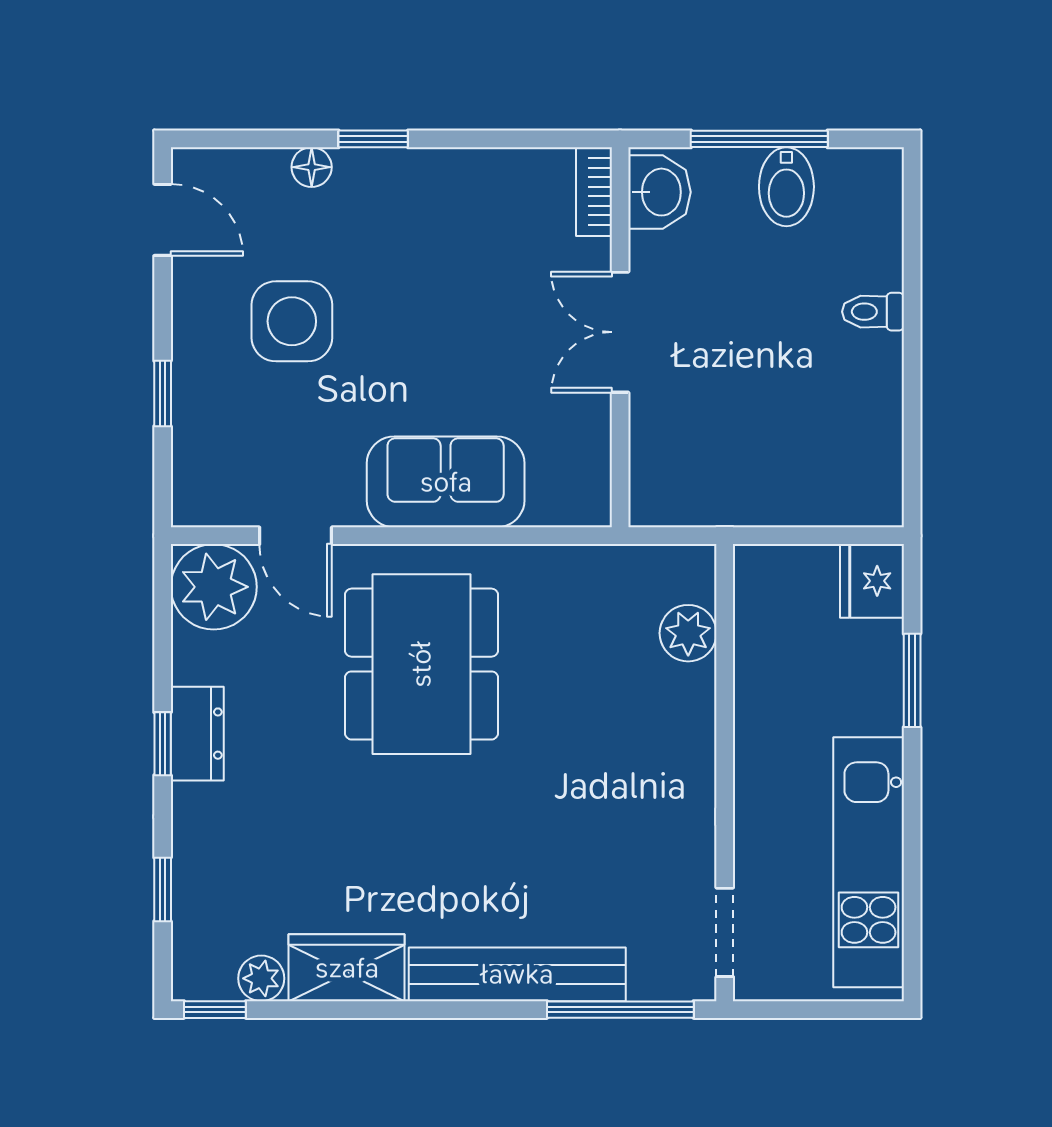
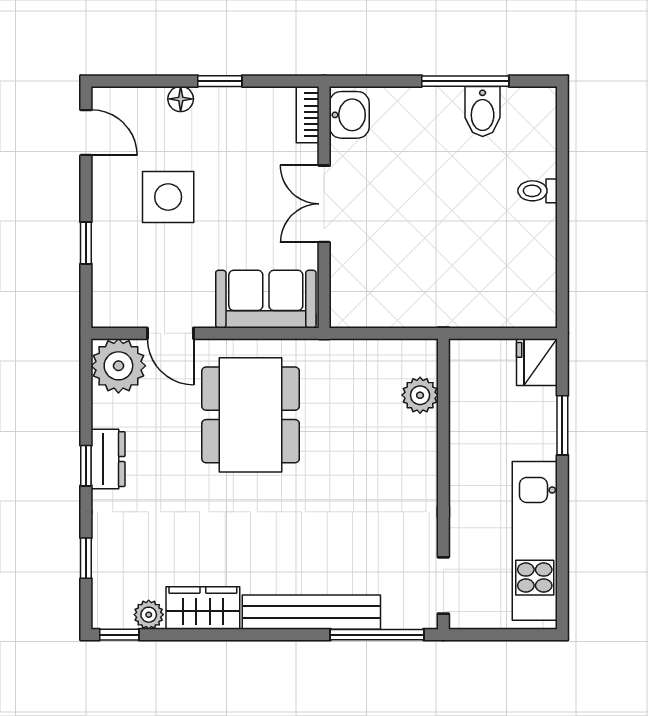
bookcase: (594, 192) -> (308, 115), moved
washbasin: (659, 192) -> (349, 115), moved
double door: (620, 332) -> (324, 204), moved
wall: (620, 337) -> (324, 207), moved

